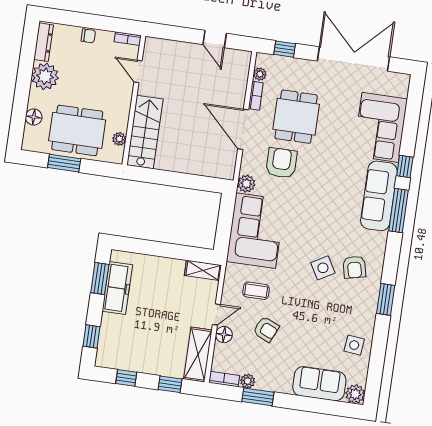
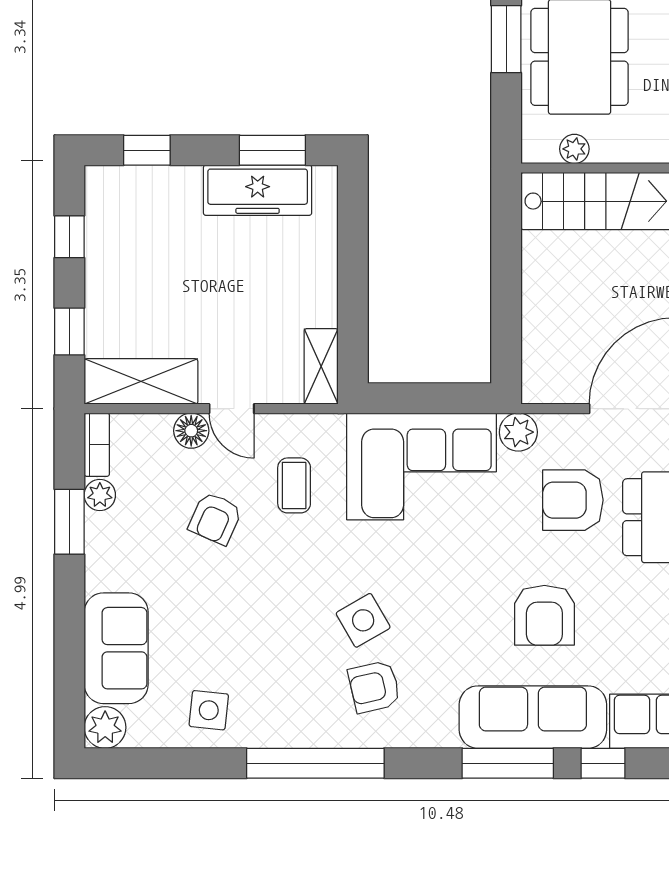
armchair: (281, 163) -> (573, 500), turned 180
armchair: (333, 184) -> (544, 615), added
window: (386, 299) -> (315, 763), width x2.11

